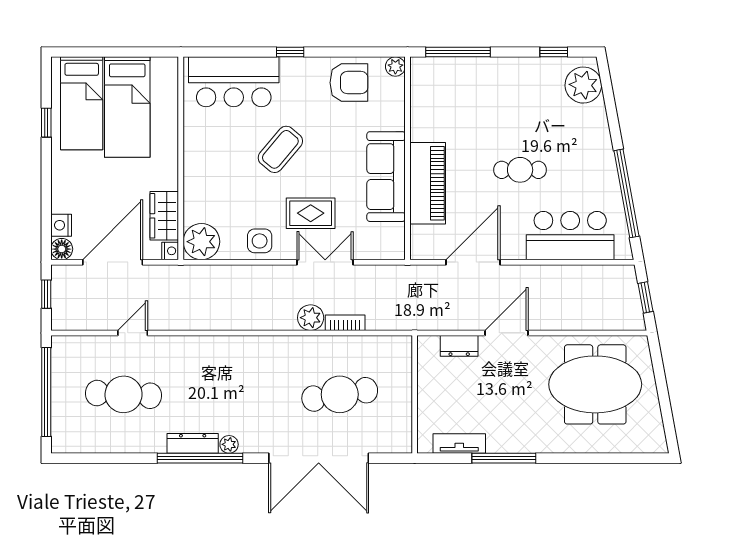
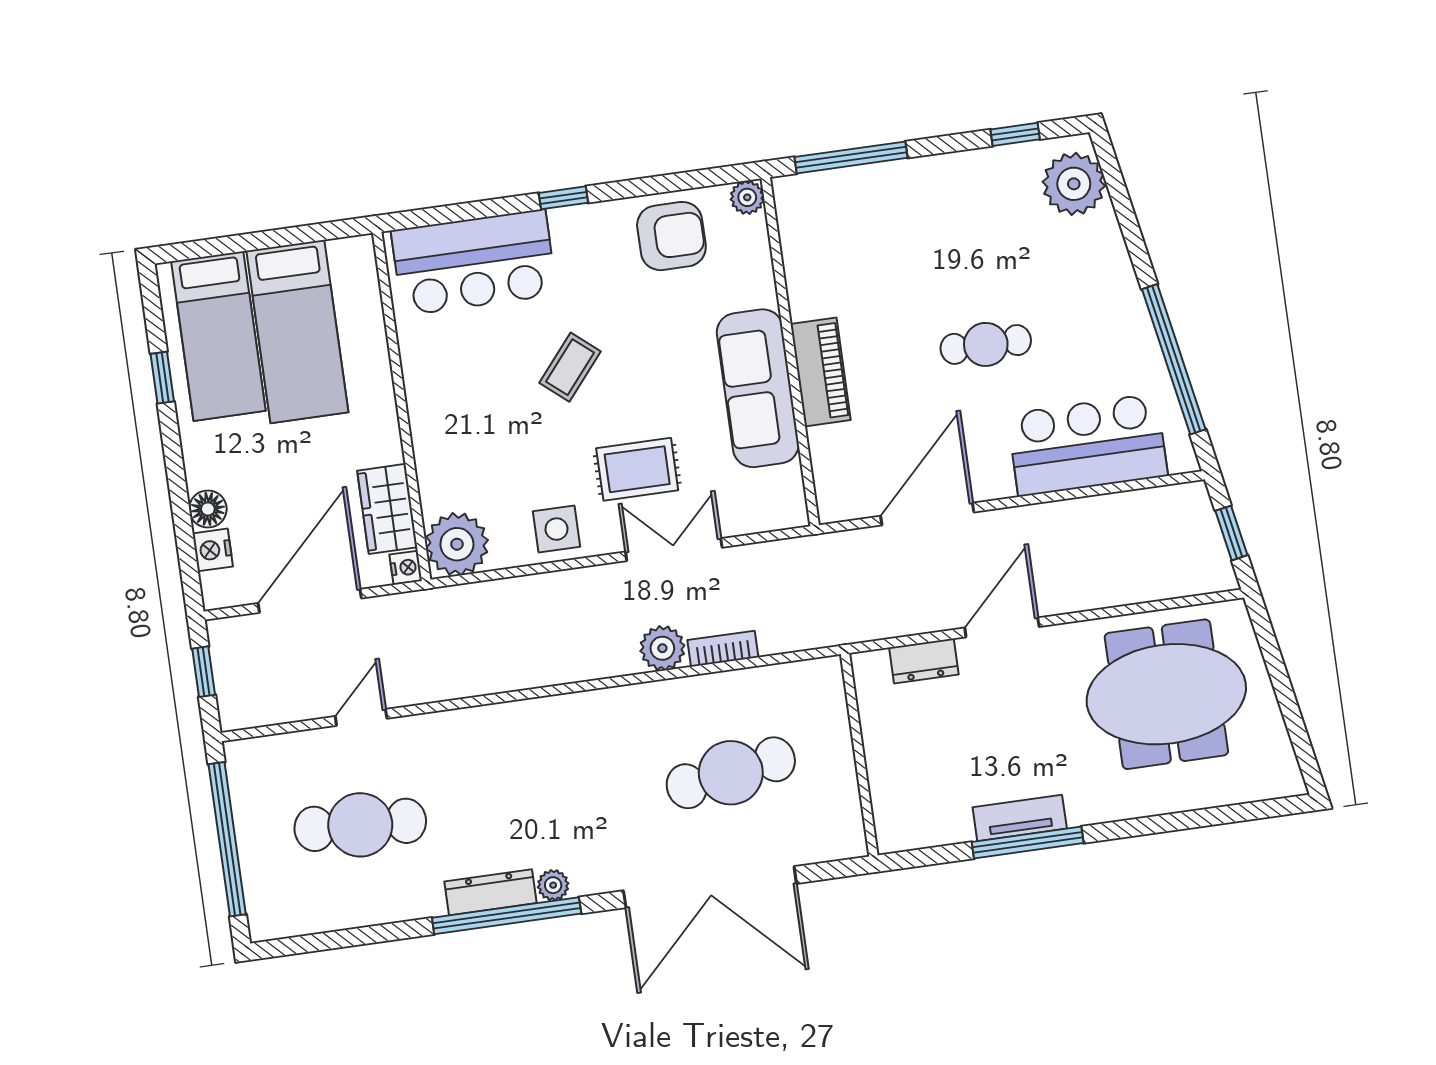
coffee table: (280, 149) -> (570, 367), width x0.73, depth x0.77
piano: (428, 183) -> (821, 372), width x0.73, depth x0.75
floor lamp: (62, 249) -> (208, 509), moved
tv unit: (459, 443) -> (1020, 818), moved

